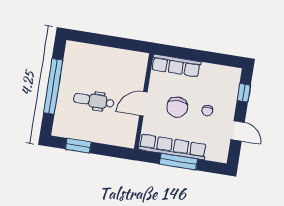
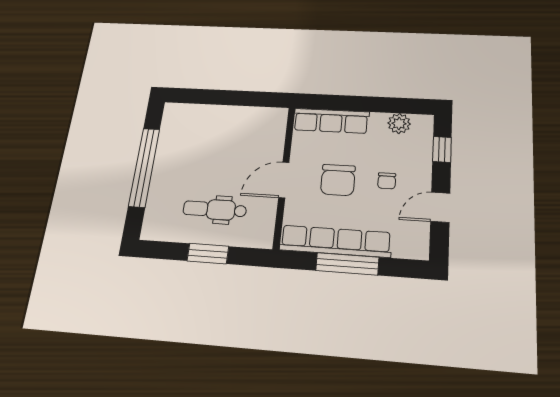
plant: (219, 72) -> (399, 123), added
dental chair: (94, 101) -> (215, 209), moved
door: (238, 131) -> (440, 207), swing flipped
window: (78, 146) -> (208, 254), moved

